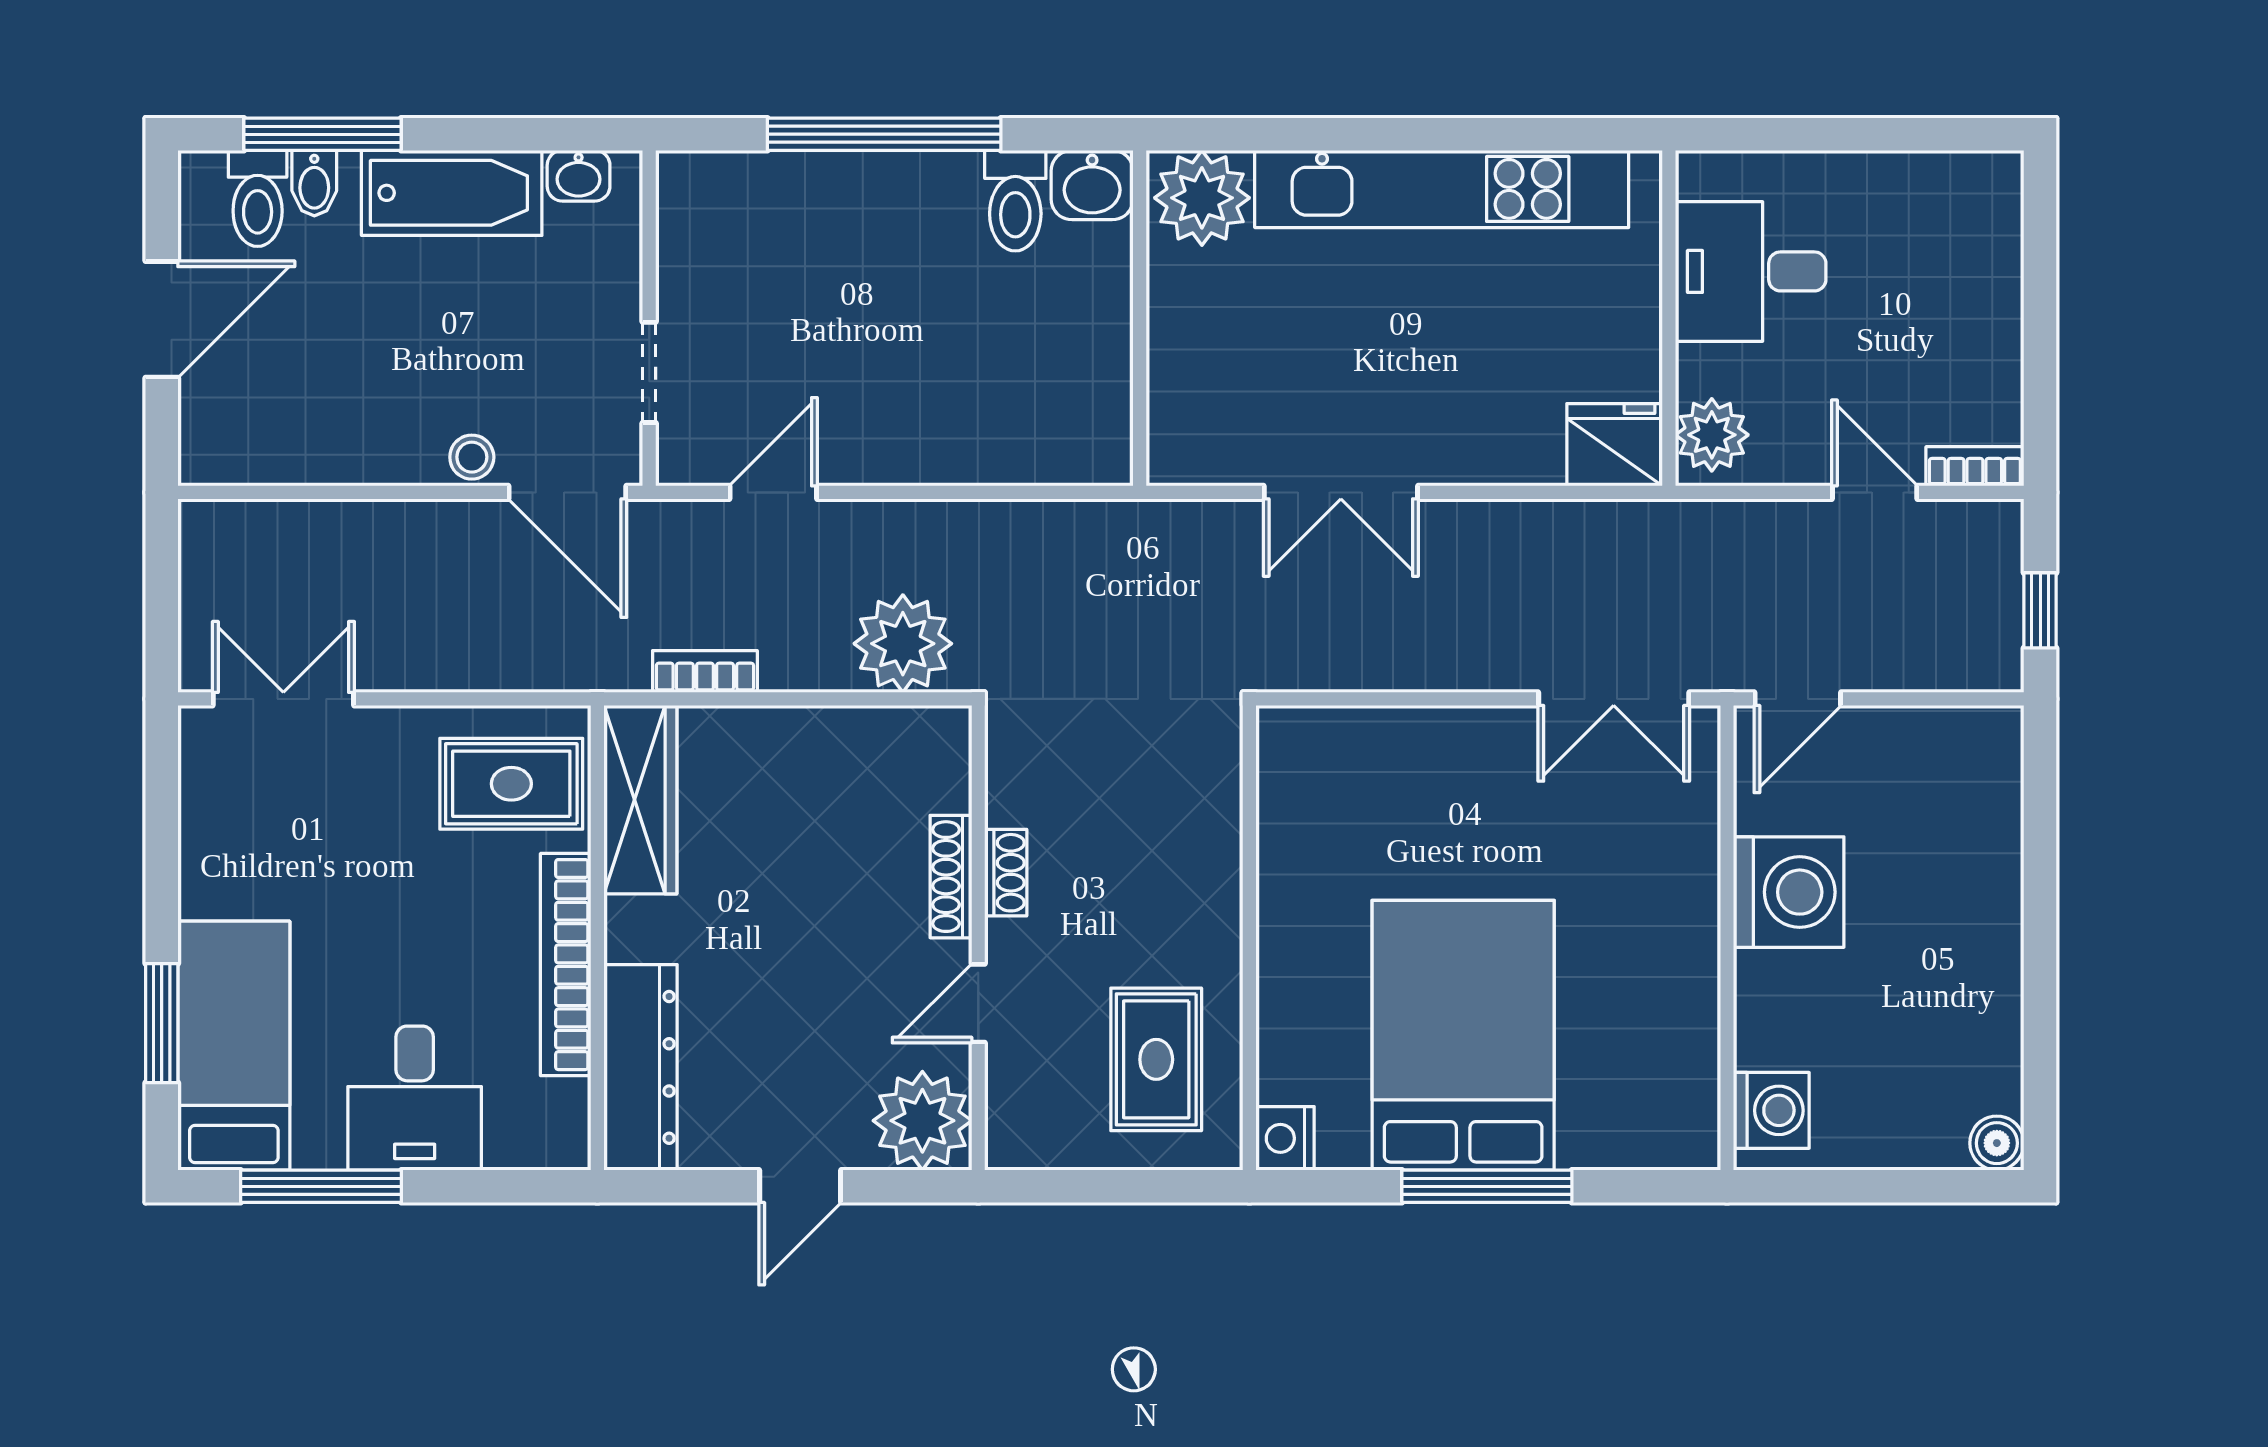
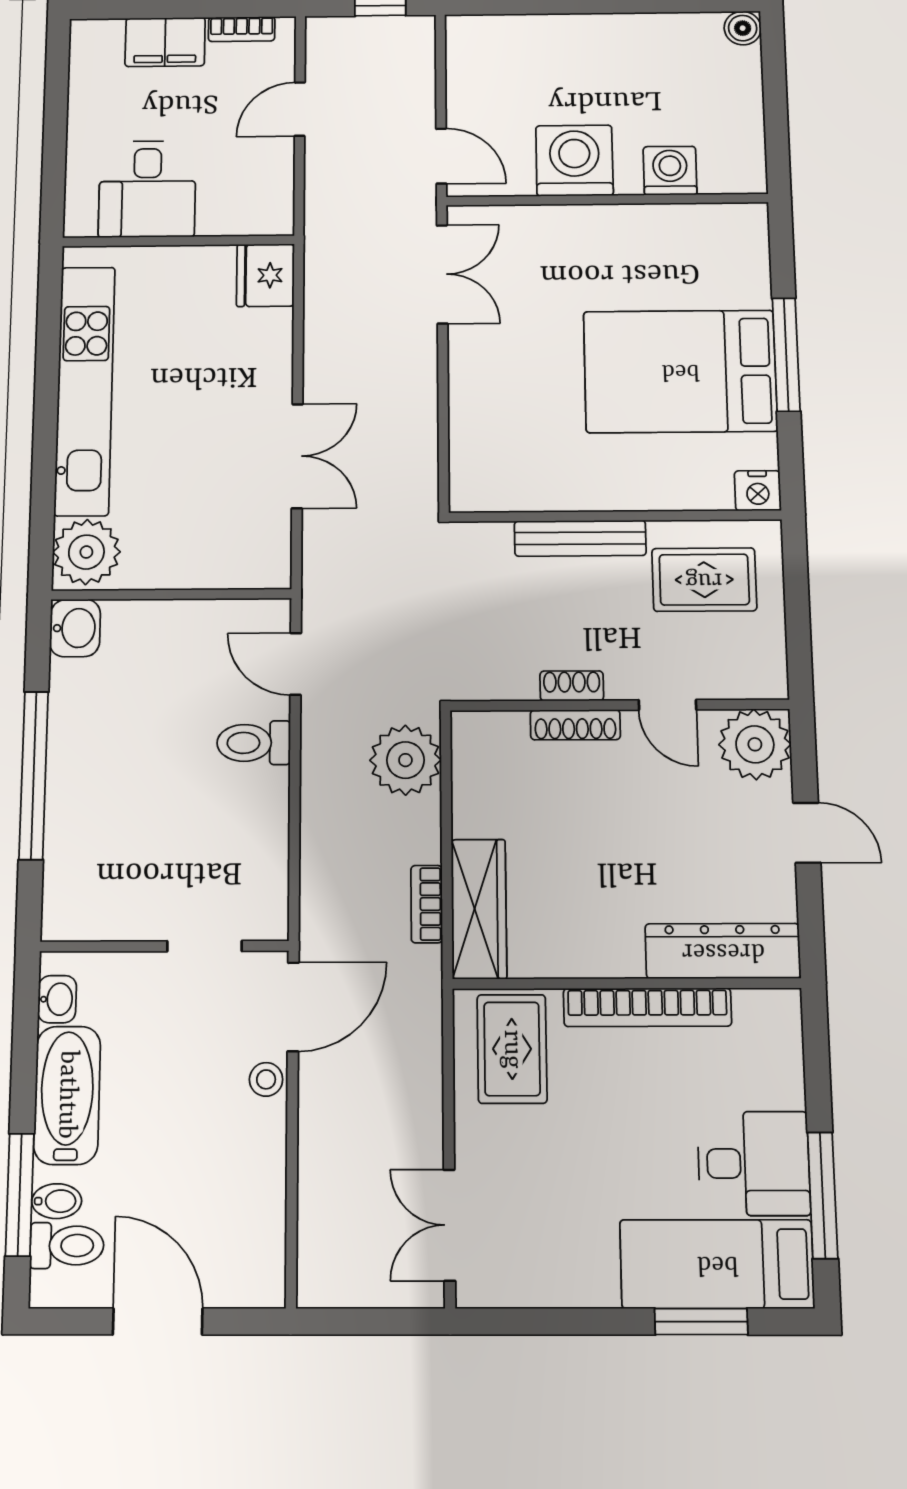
toilet: (1015, 201) -> (254, 743), moved, turned 180
filing cabinet: (1985, 293) -> (165, 42), added
plant: (1712, 435) -> (259, 213), removed
bookcase: (1975, 466) -> (242, 29), moved, turned -90
door: (773, 492) -> (296, 664), moved
wardrobe: (640, 800) -> (479, 909), moved, turned 90
bench: (1217, 889) -> (580, 538), added
desk: (415, 1098) -> (754, 1163), moved
washing machine: (1771, 1110) -> (670, 171), moved

